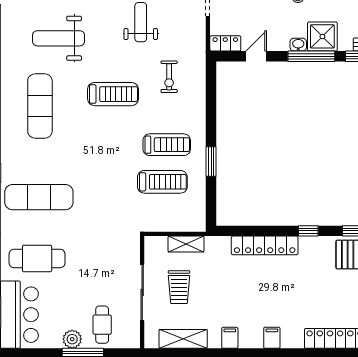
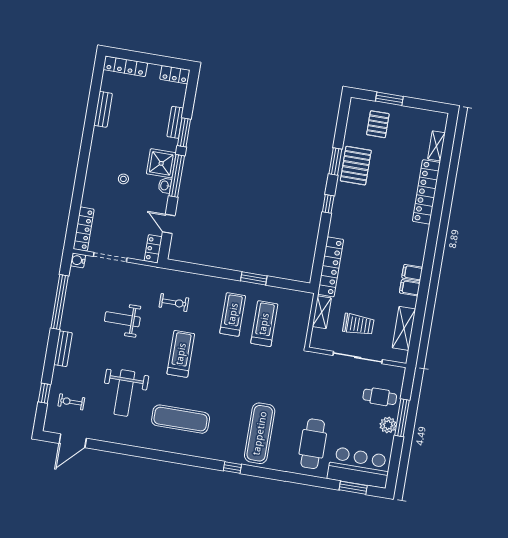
locker: (265, 245) -> (331, 267), moved
filing cabinet: (272, 338) -> (412, 273), moved

